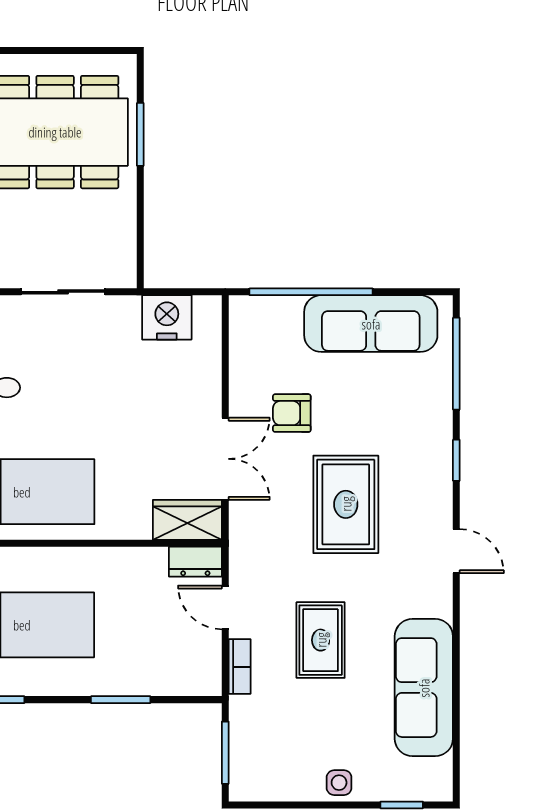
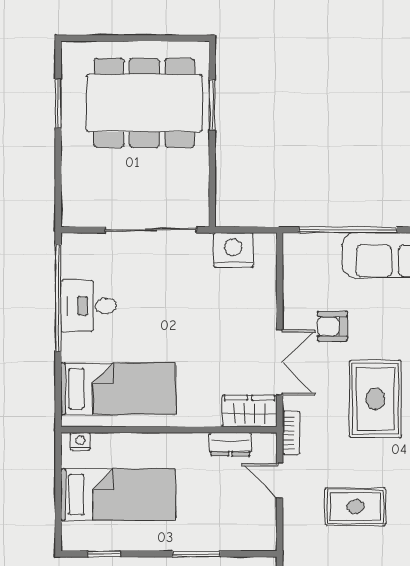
sliding door: (63, 292) -> (151, 230), width x1.37
dresser: (195, 562) -> (230, 444), moved
rug: (321, 640) -> (355, 507), turned 90
bookcase: (240, 667) -> (291, 433), moved

